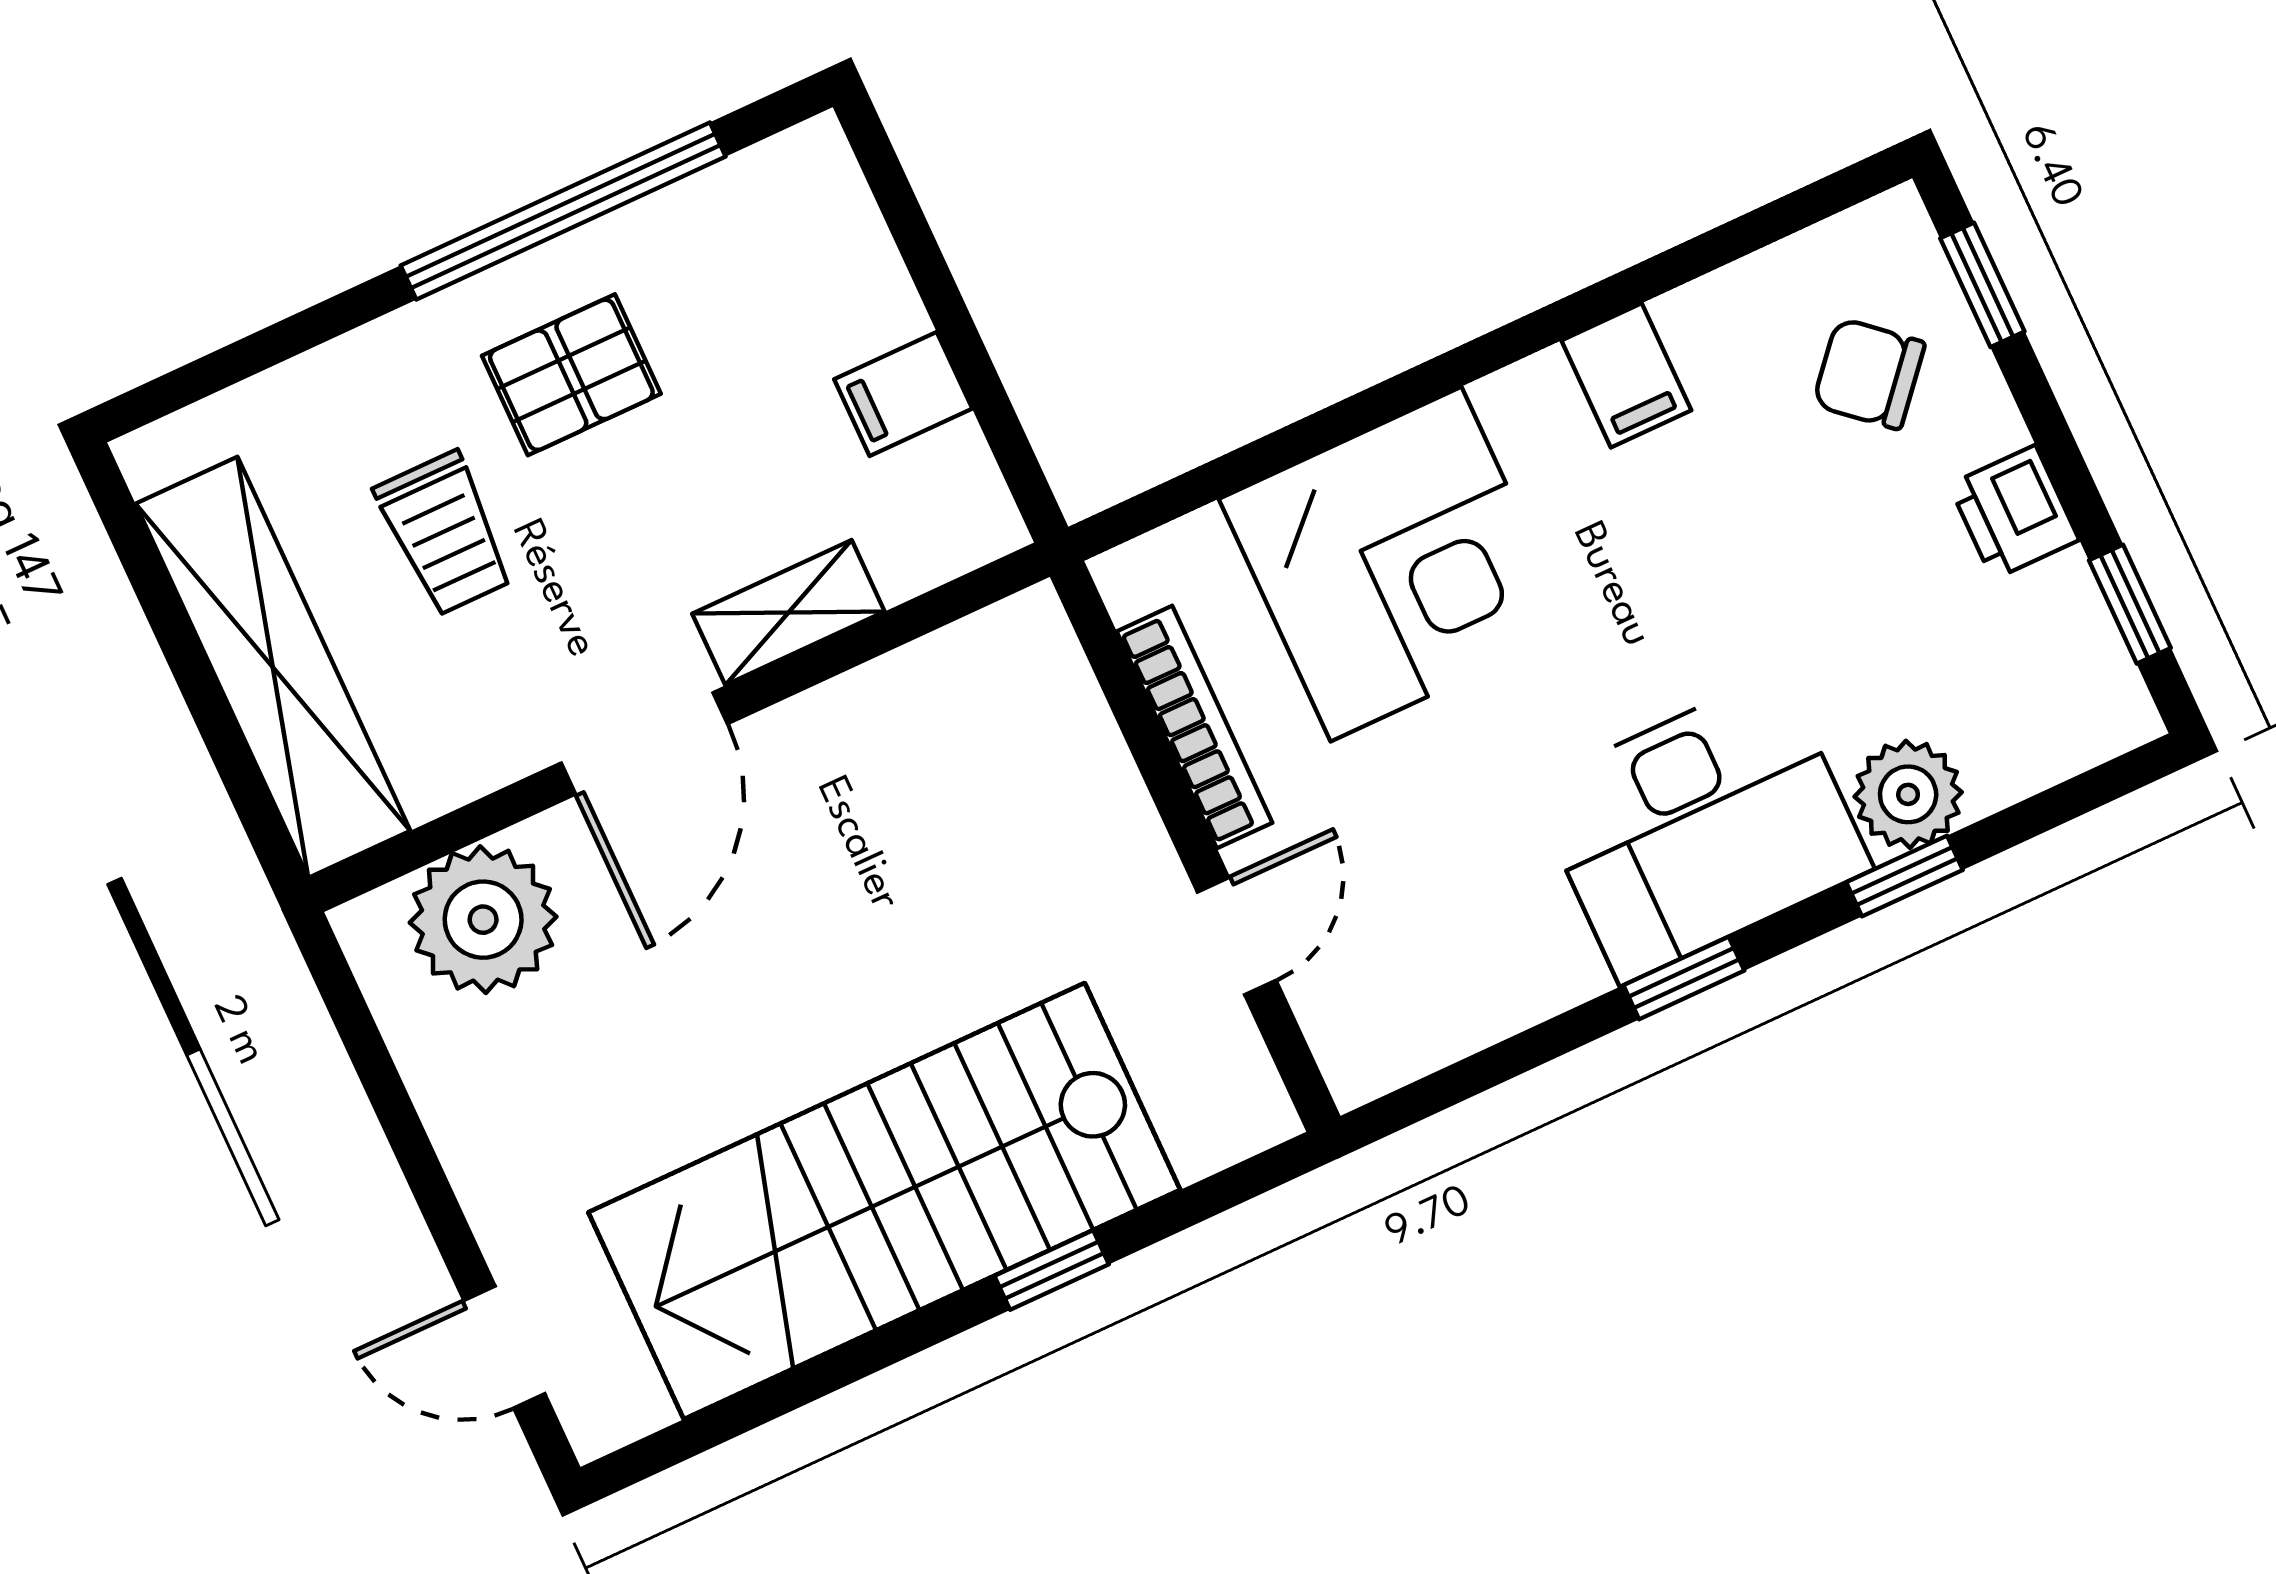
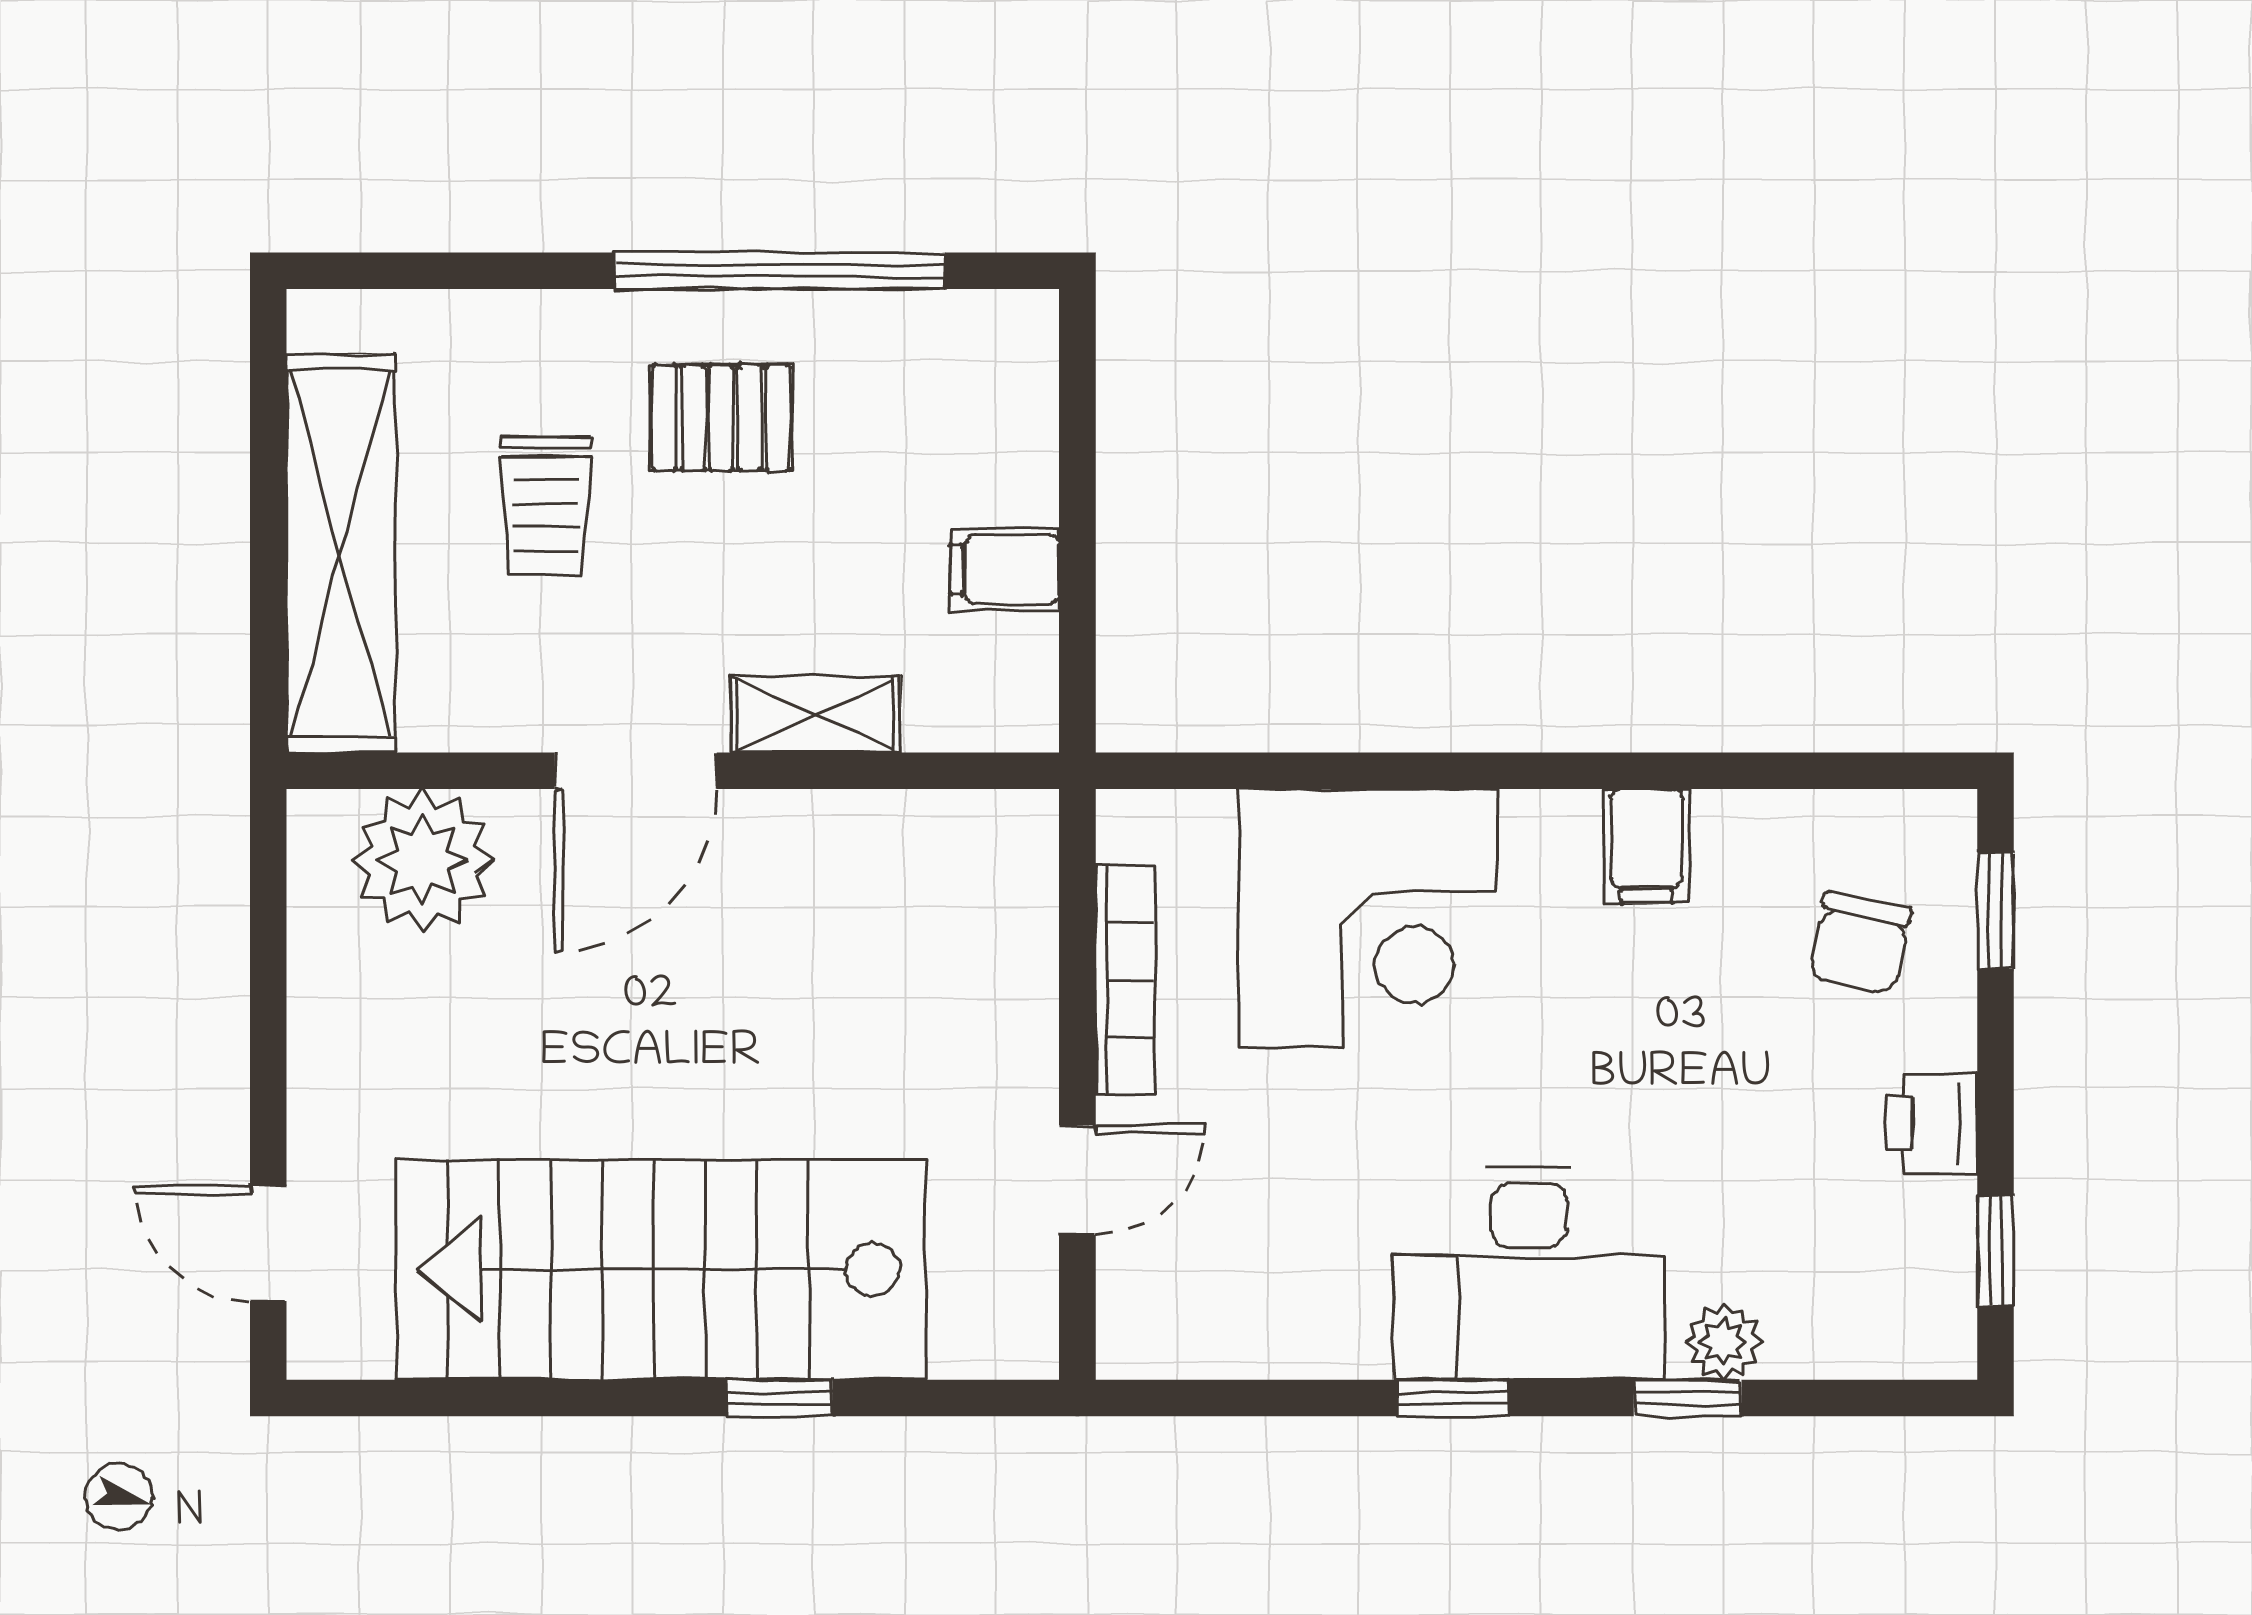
chair: (1869, 374) -> (1860, 943), turned -119
plant: (1908, 794) -> (1724, 1342), width x0.73, depth x0.73

